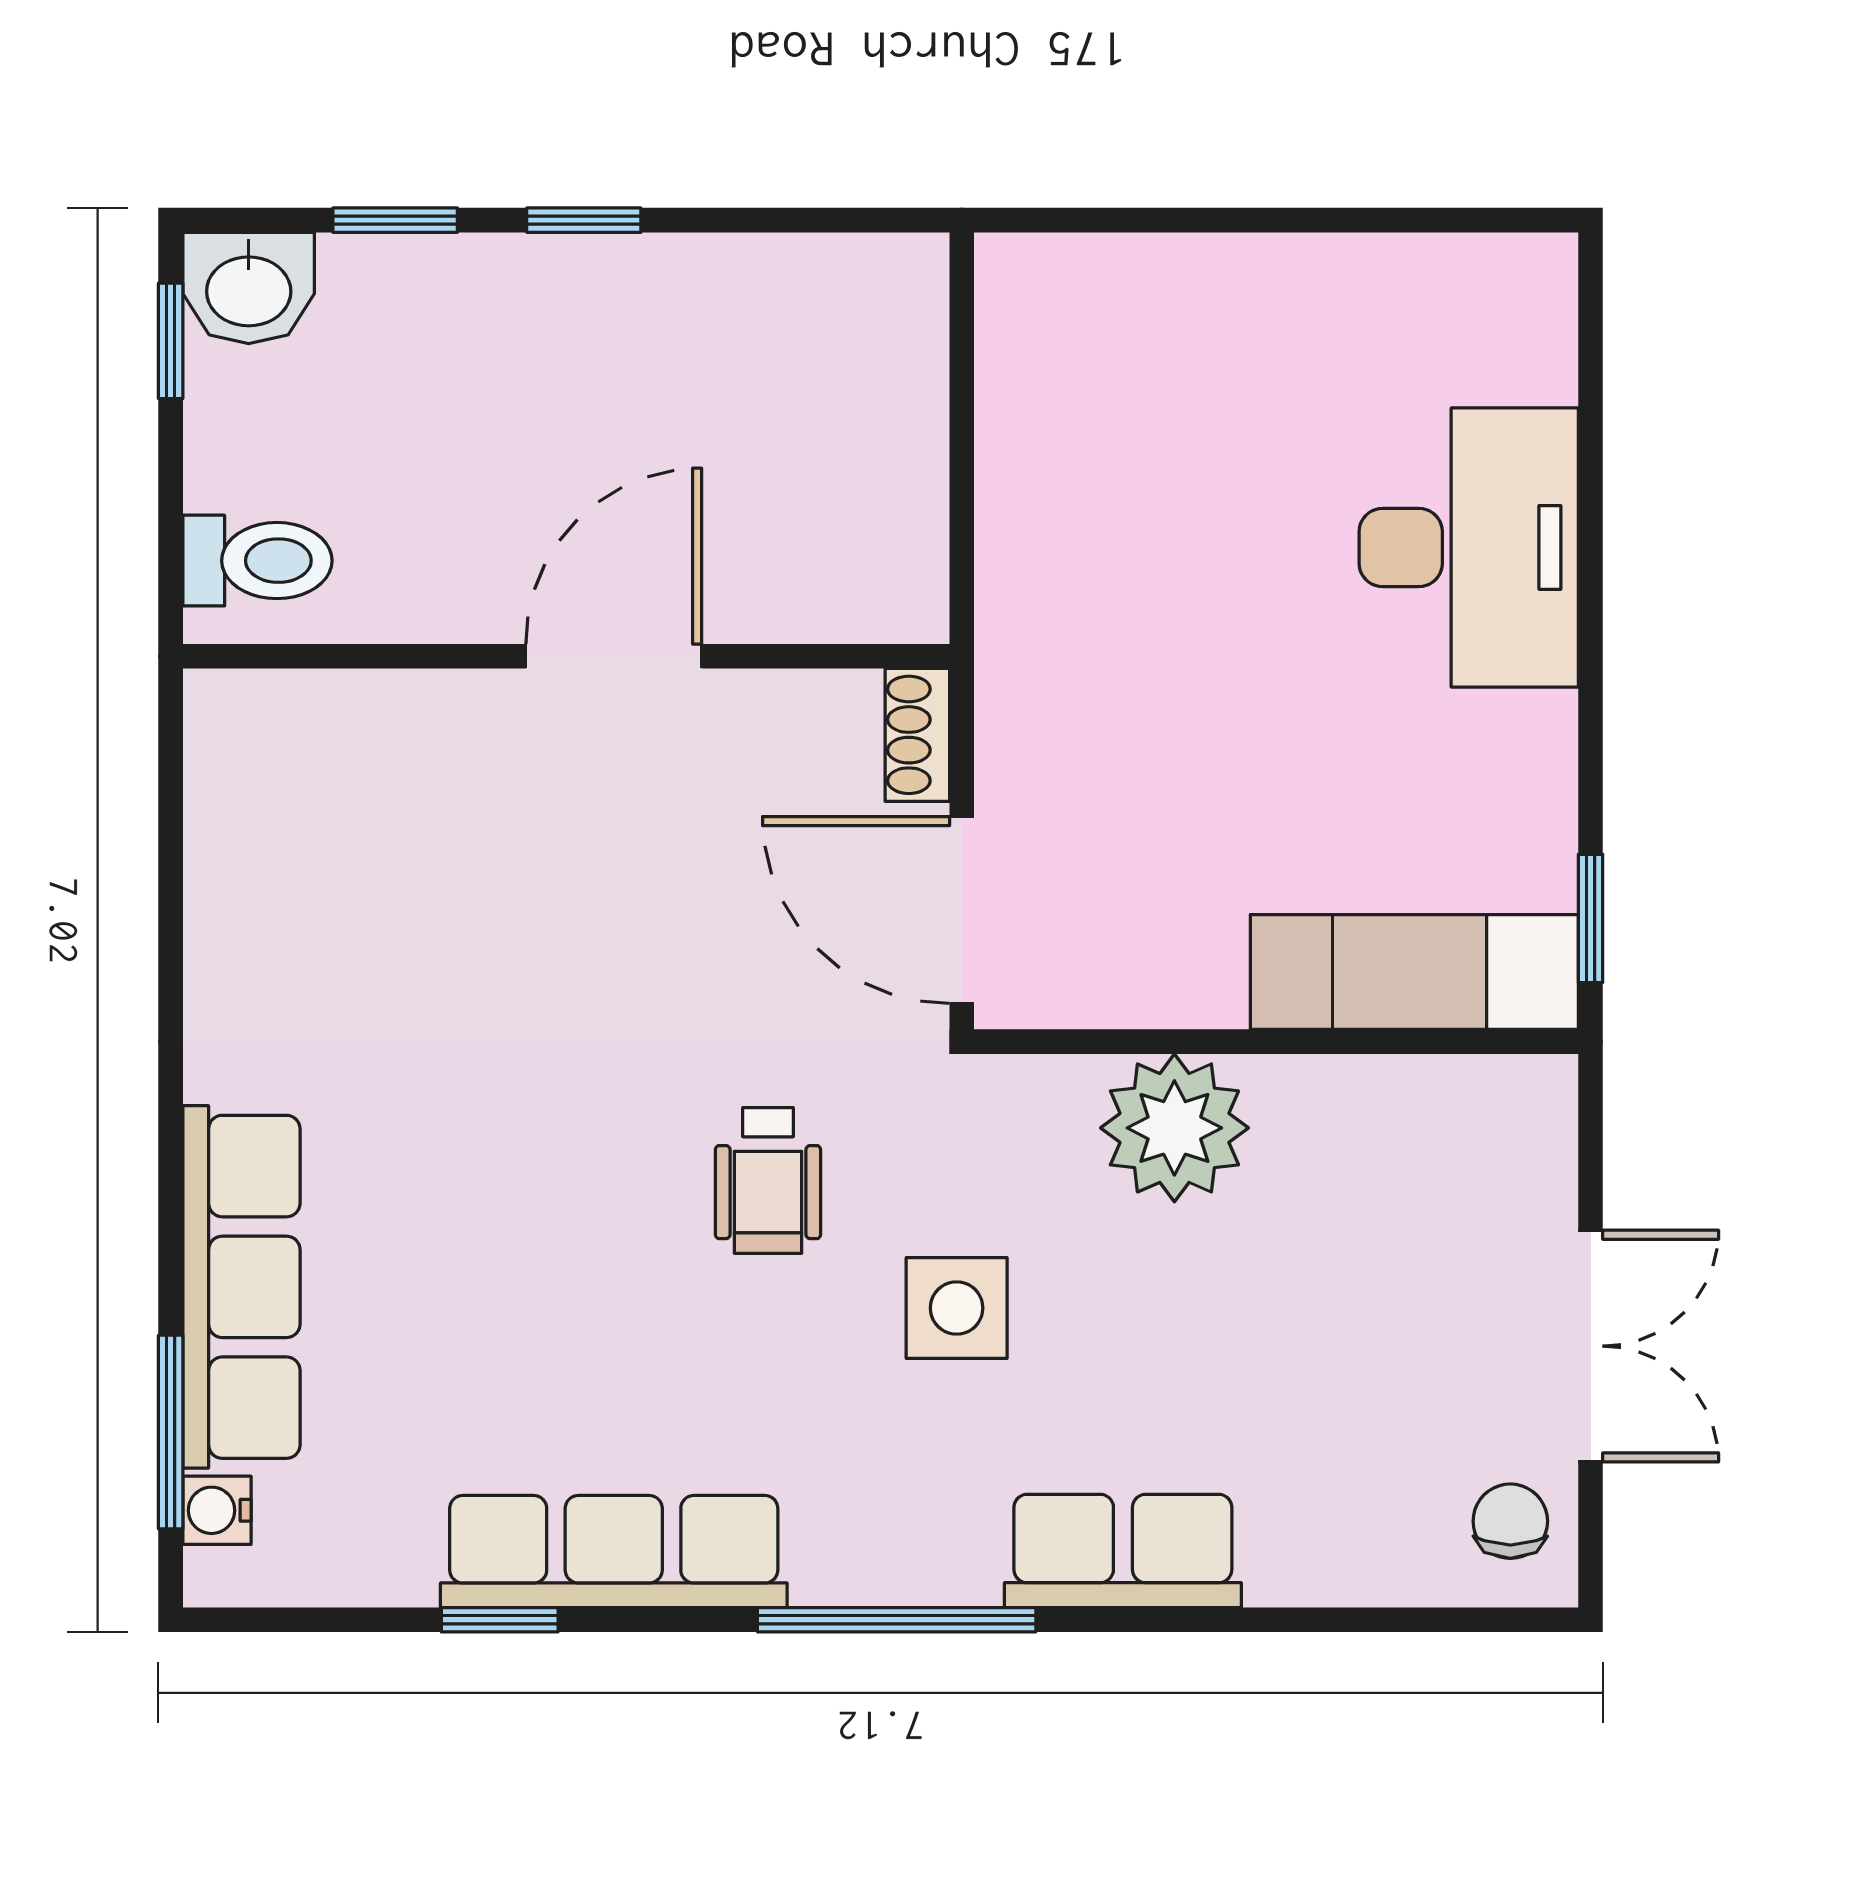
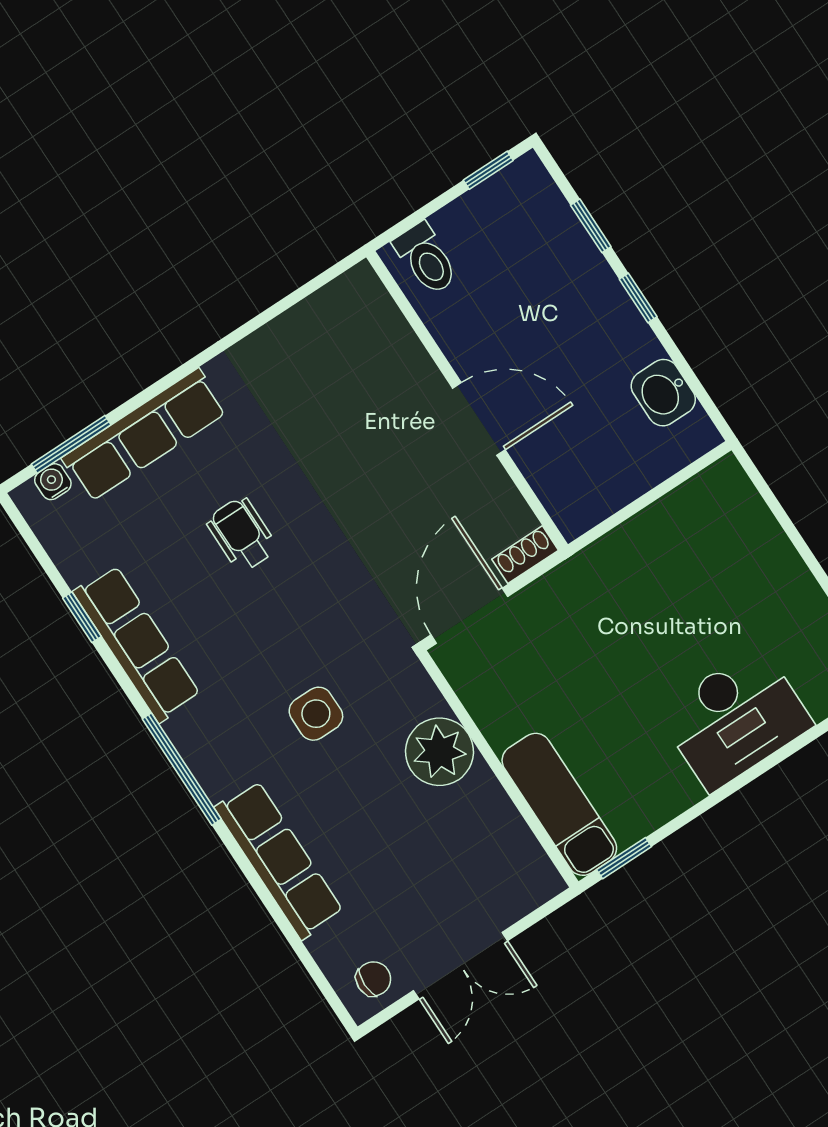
washbasin: (249, 288) -> (663, 393), moved
wheelchair: (768, 1180) -> (242, 534), moved, turned 90
row of seats: (1123, 1551) -> (279, 860), width x1.48

